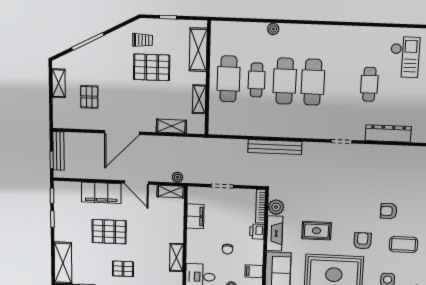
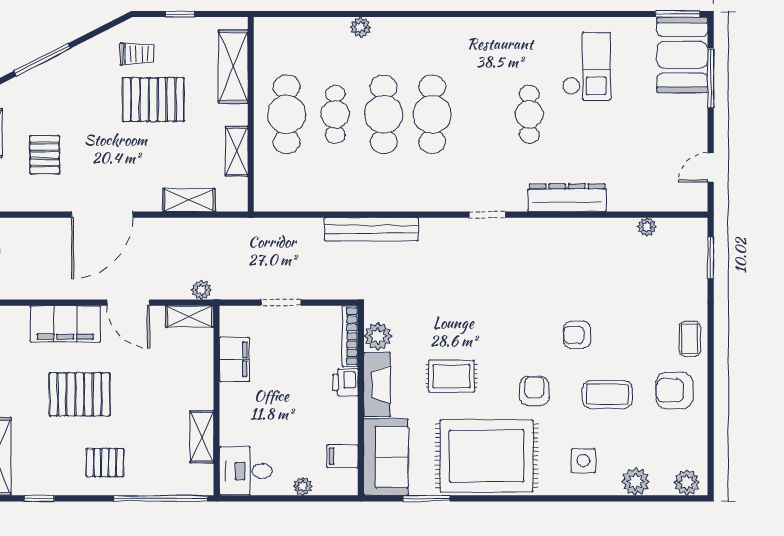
chair: (228, 249) -> (294, 417), removed

